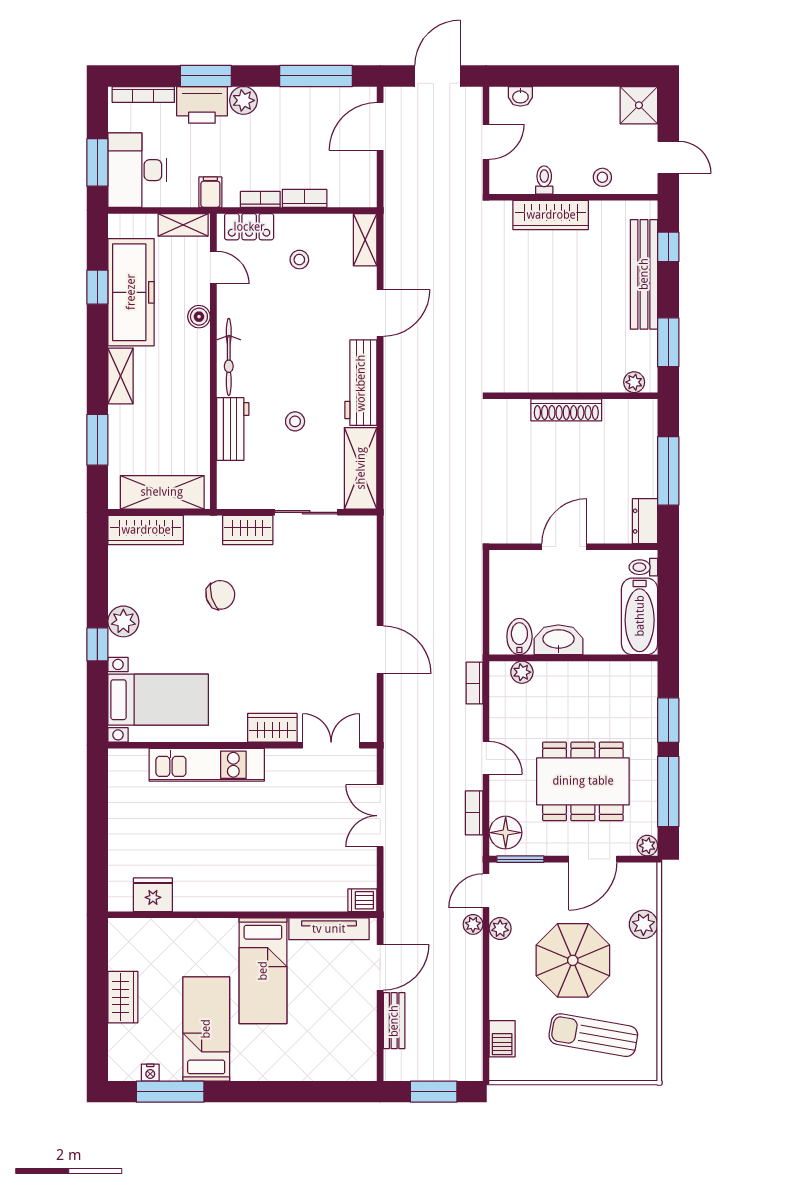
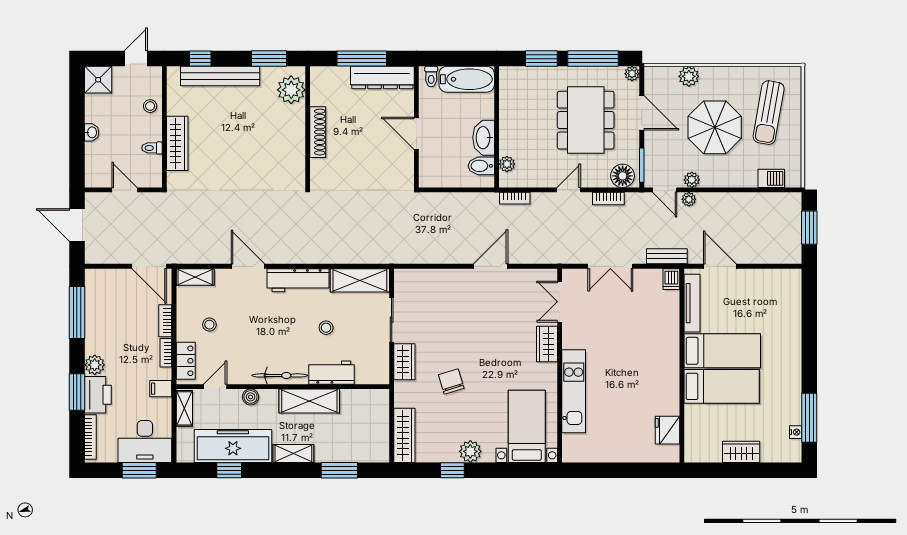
washbasin: (520, 96) -> (92, 132), moved
door: (380, 126) -> (149, 266), moved
plant: (634, 382) -> (291, 90), width x1.87, depth x1.87
shelving: (162, 492) -> (309, 401), moved, turned 90
dresser: (645, 521) -> (382, 78), width x1.96, depth x1.24
window: (97, 644) -> (452, 470), moved
bench: (394, 1021) -> (667, 256), moved
bed: (206, 1029) -> (722, 386), moved, turned 180

